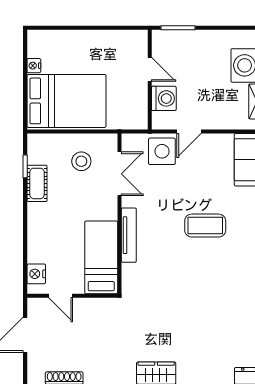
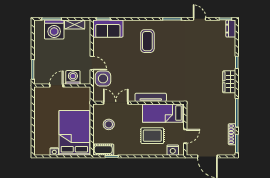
cot: (37, 183) -> (103, 150), moved
coffee table: (205, 226) -> (147, 41), moved
rug: (62, 238) -> (152, 136), added

